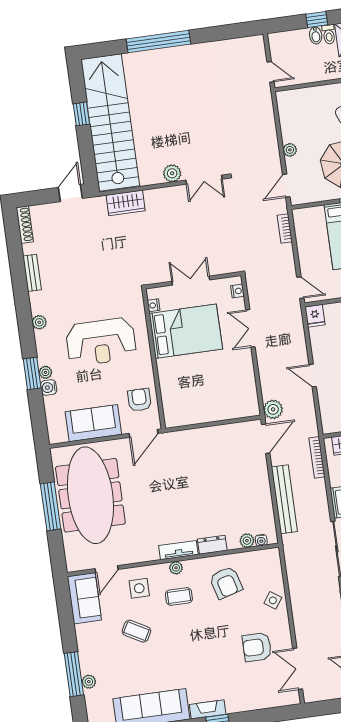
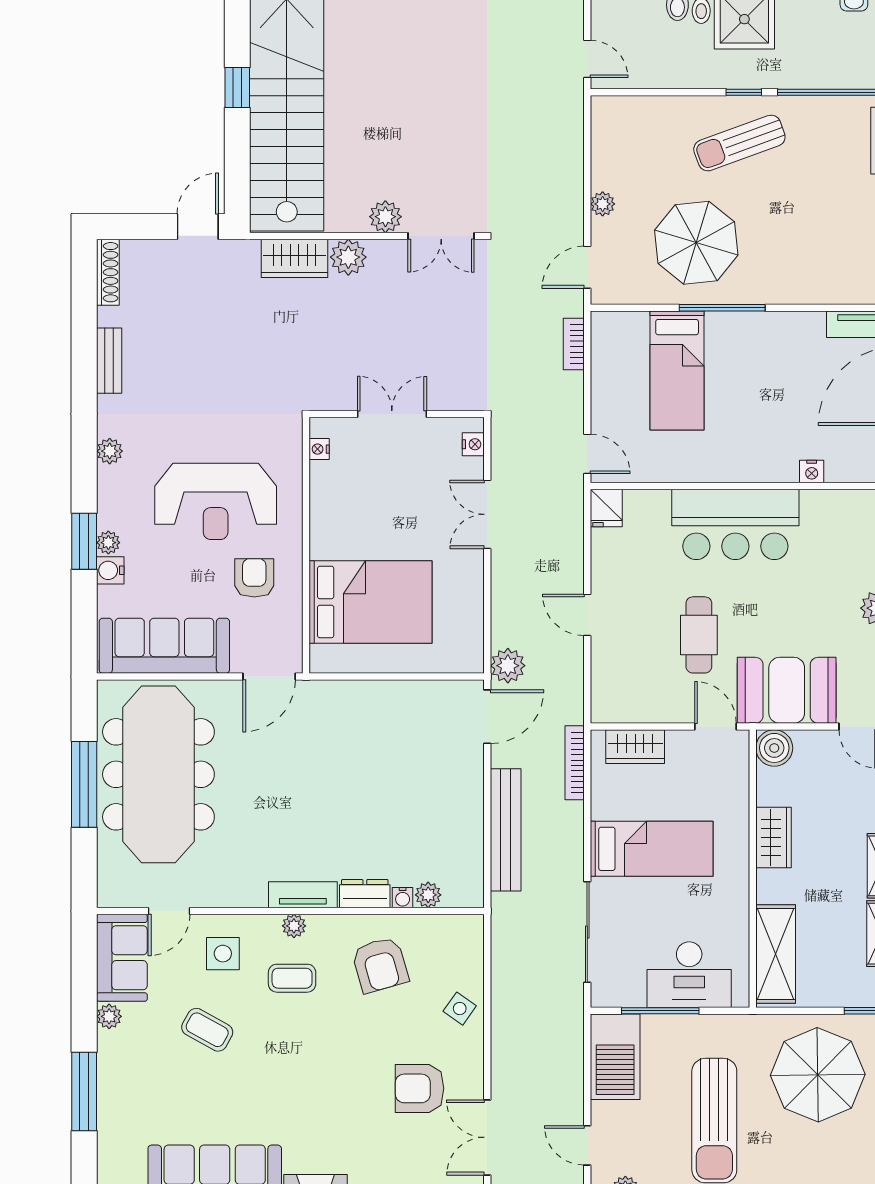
plant: (155, 198) -> (348, 257), added
bed: (186, 331) -> (371, 602), moved
armchair: (139, 400) -> (254, 578), moved
sofa: (93, 423) -> (164, 646), width x1.36
water cooler: (261, 540) -> (403, 898), moved
plant: (89, 682) -> (109, 1016), moved

